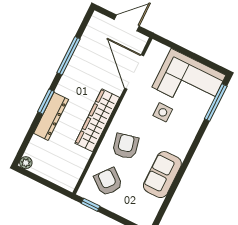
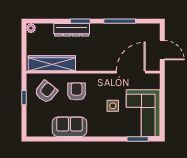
window: (216, 102) -> (138, 139), width x0.69
wardrobe: (97, 120) -> (52, 63), moved
armchair: (126, 146) -> (77, 92), turned -77
window: (91, 205) -> (24, 98), moved

